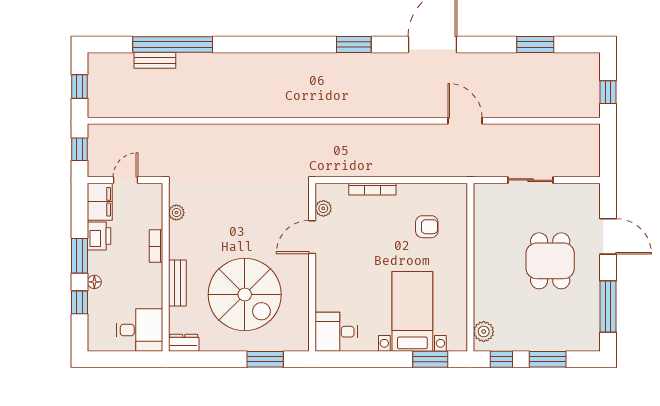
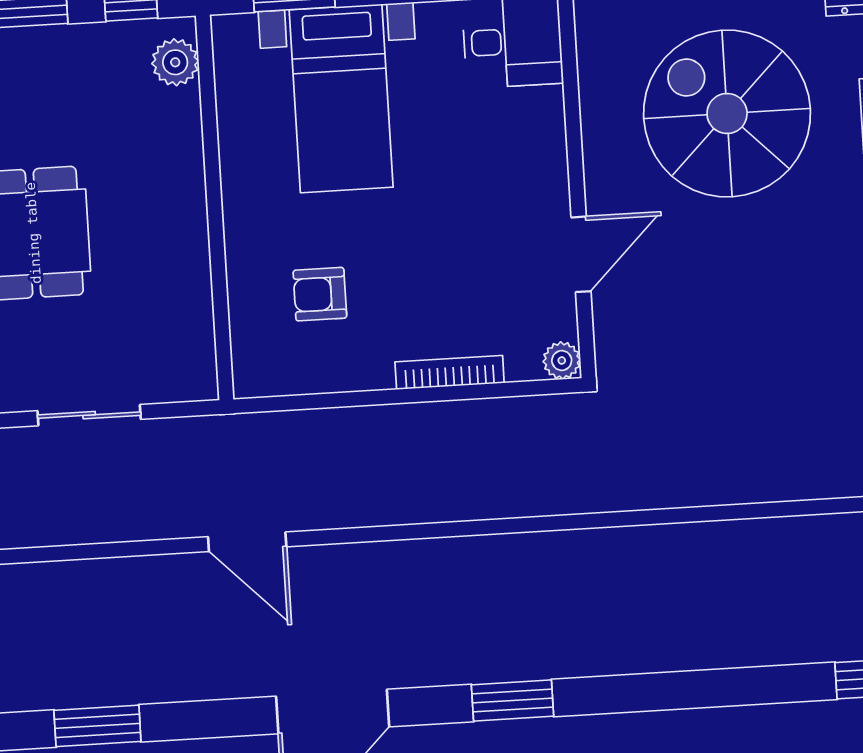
plant: (323, 208) -> (562, 361), moved

